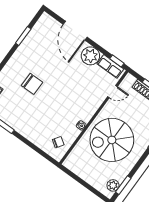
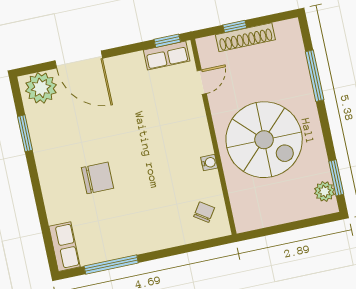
plant: (90, 56) -> (41, 88), moved
spiral stairs: (112, 140) -> (264, 140), turned -90

